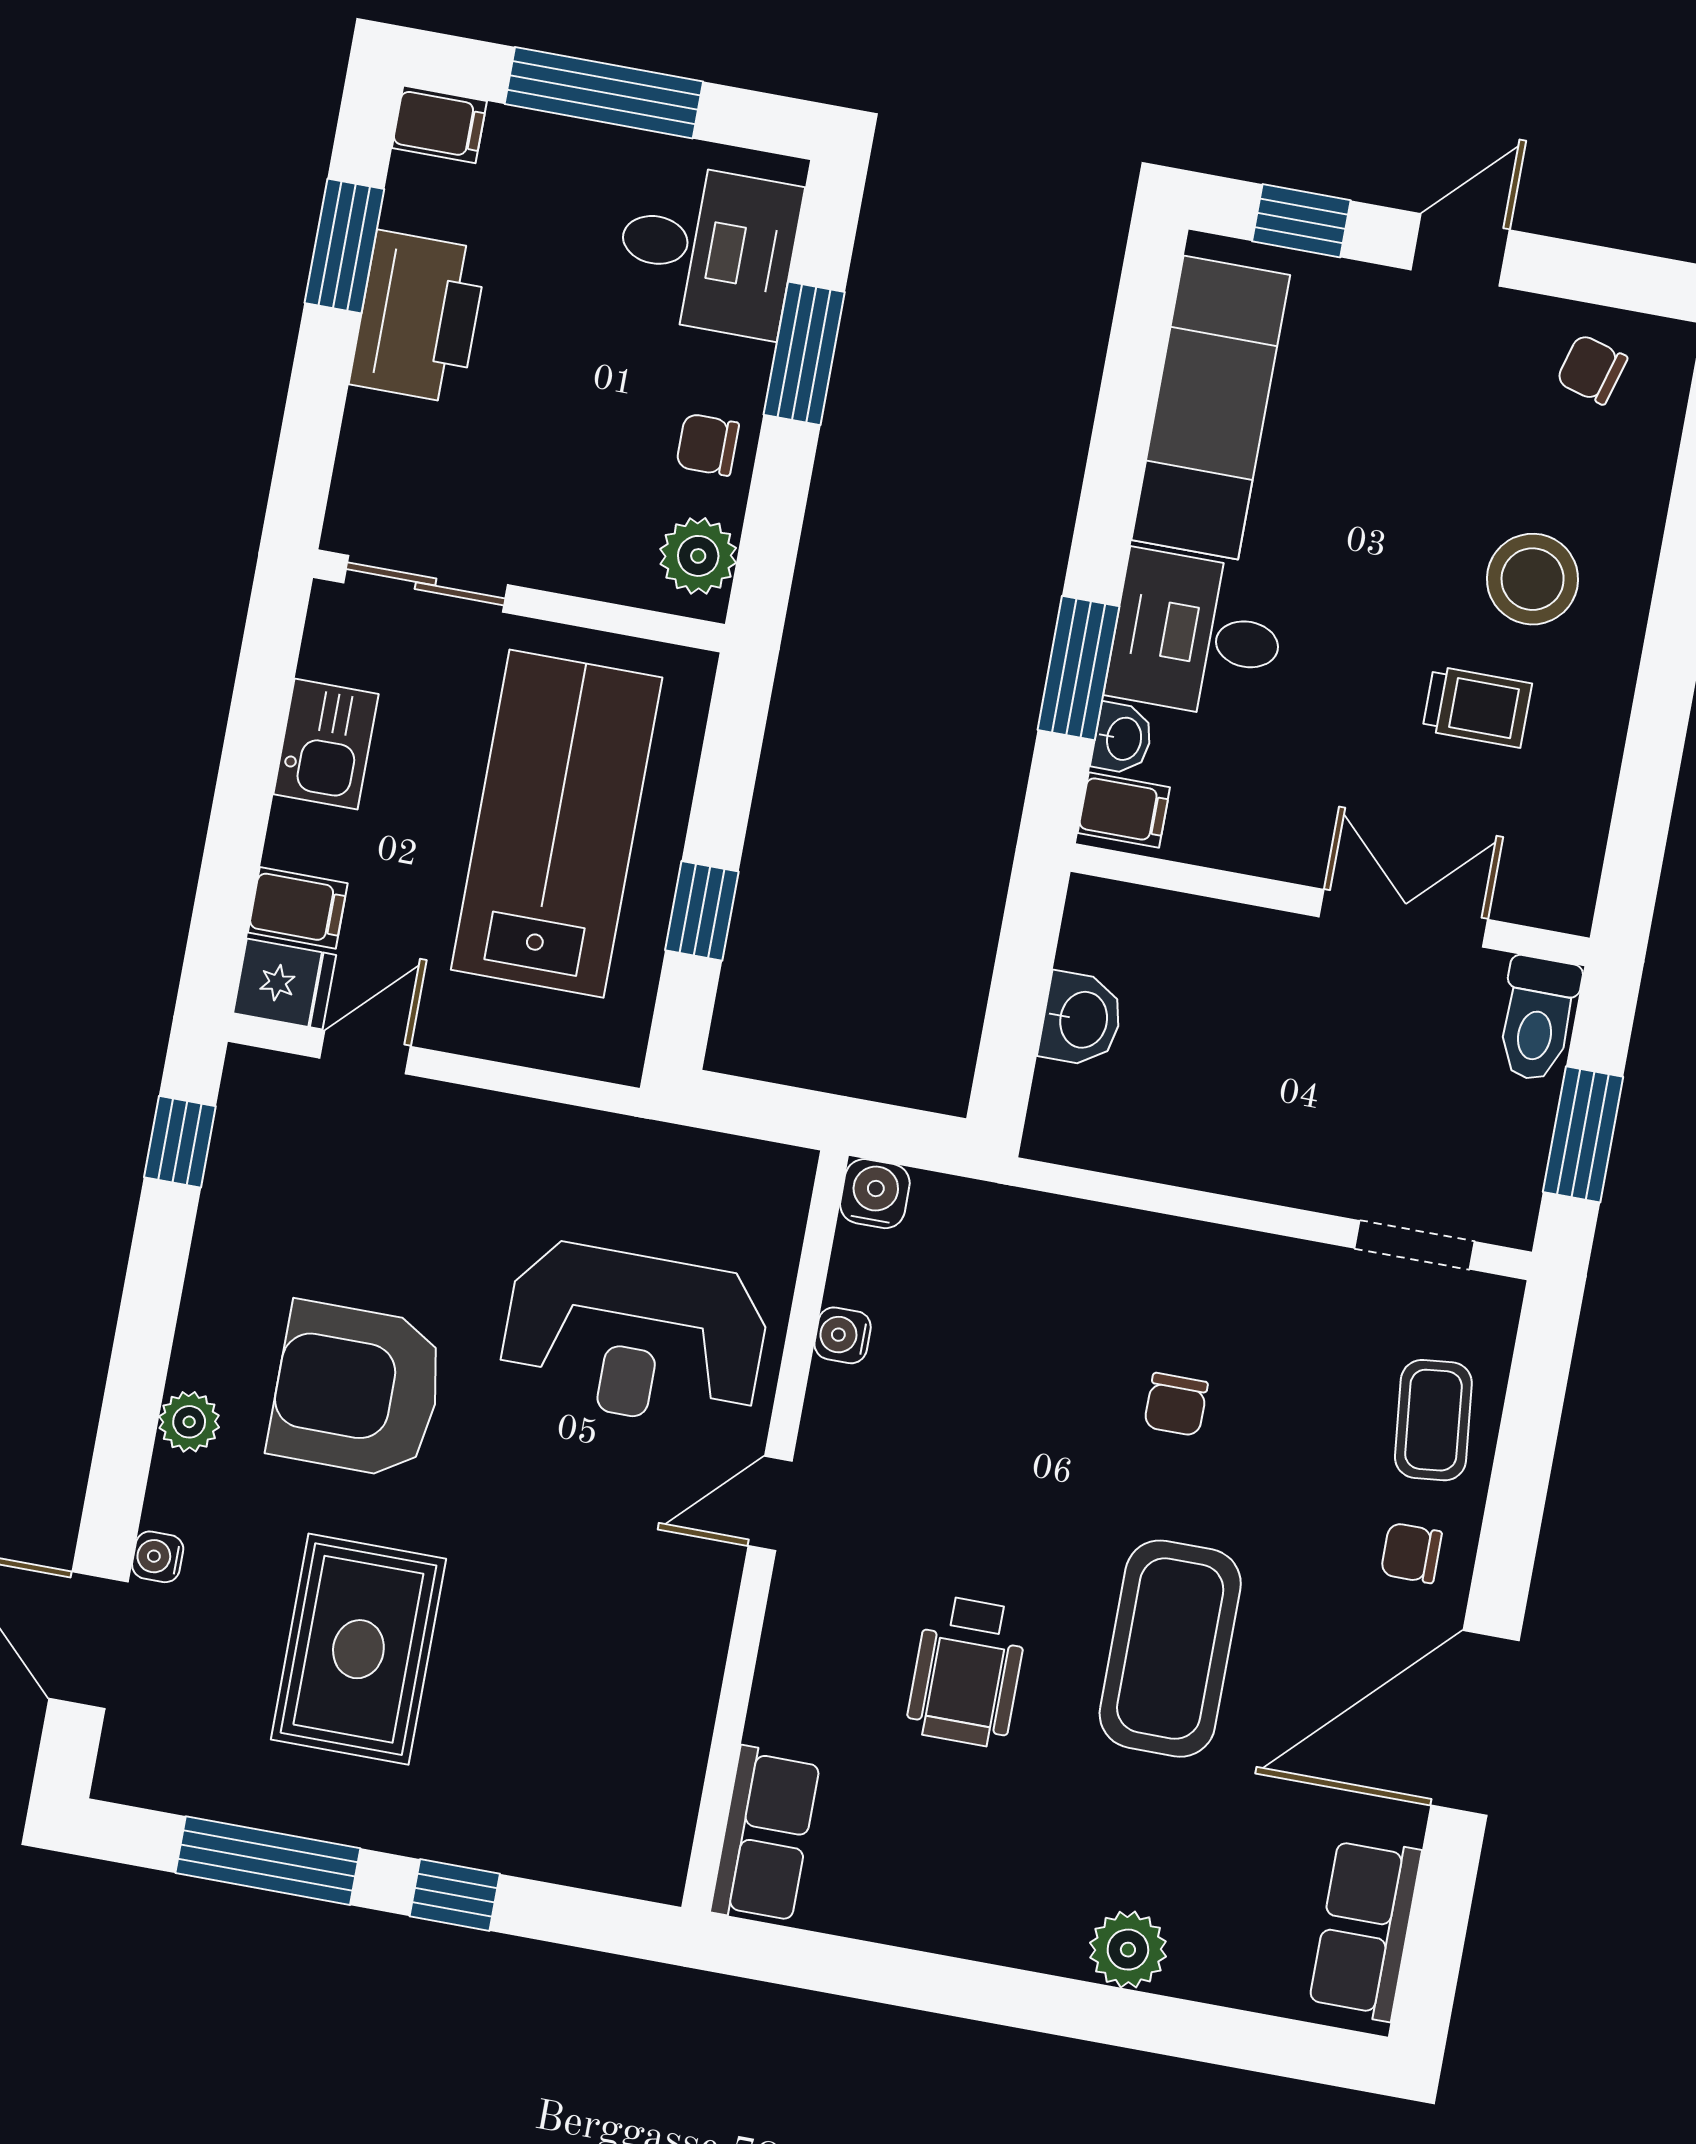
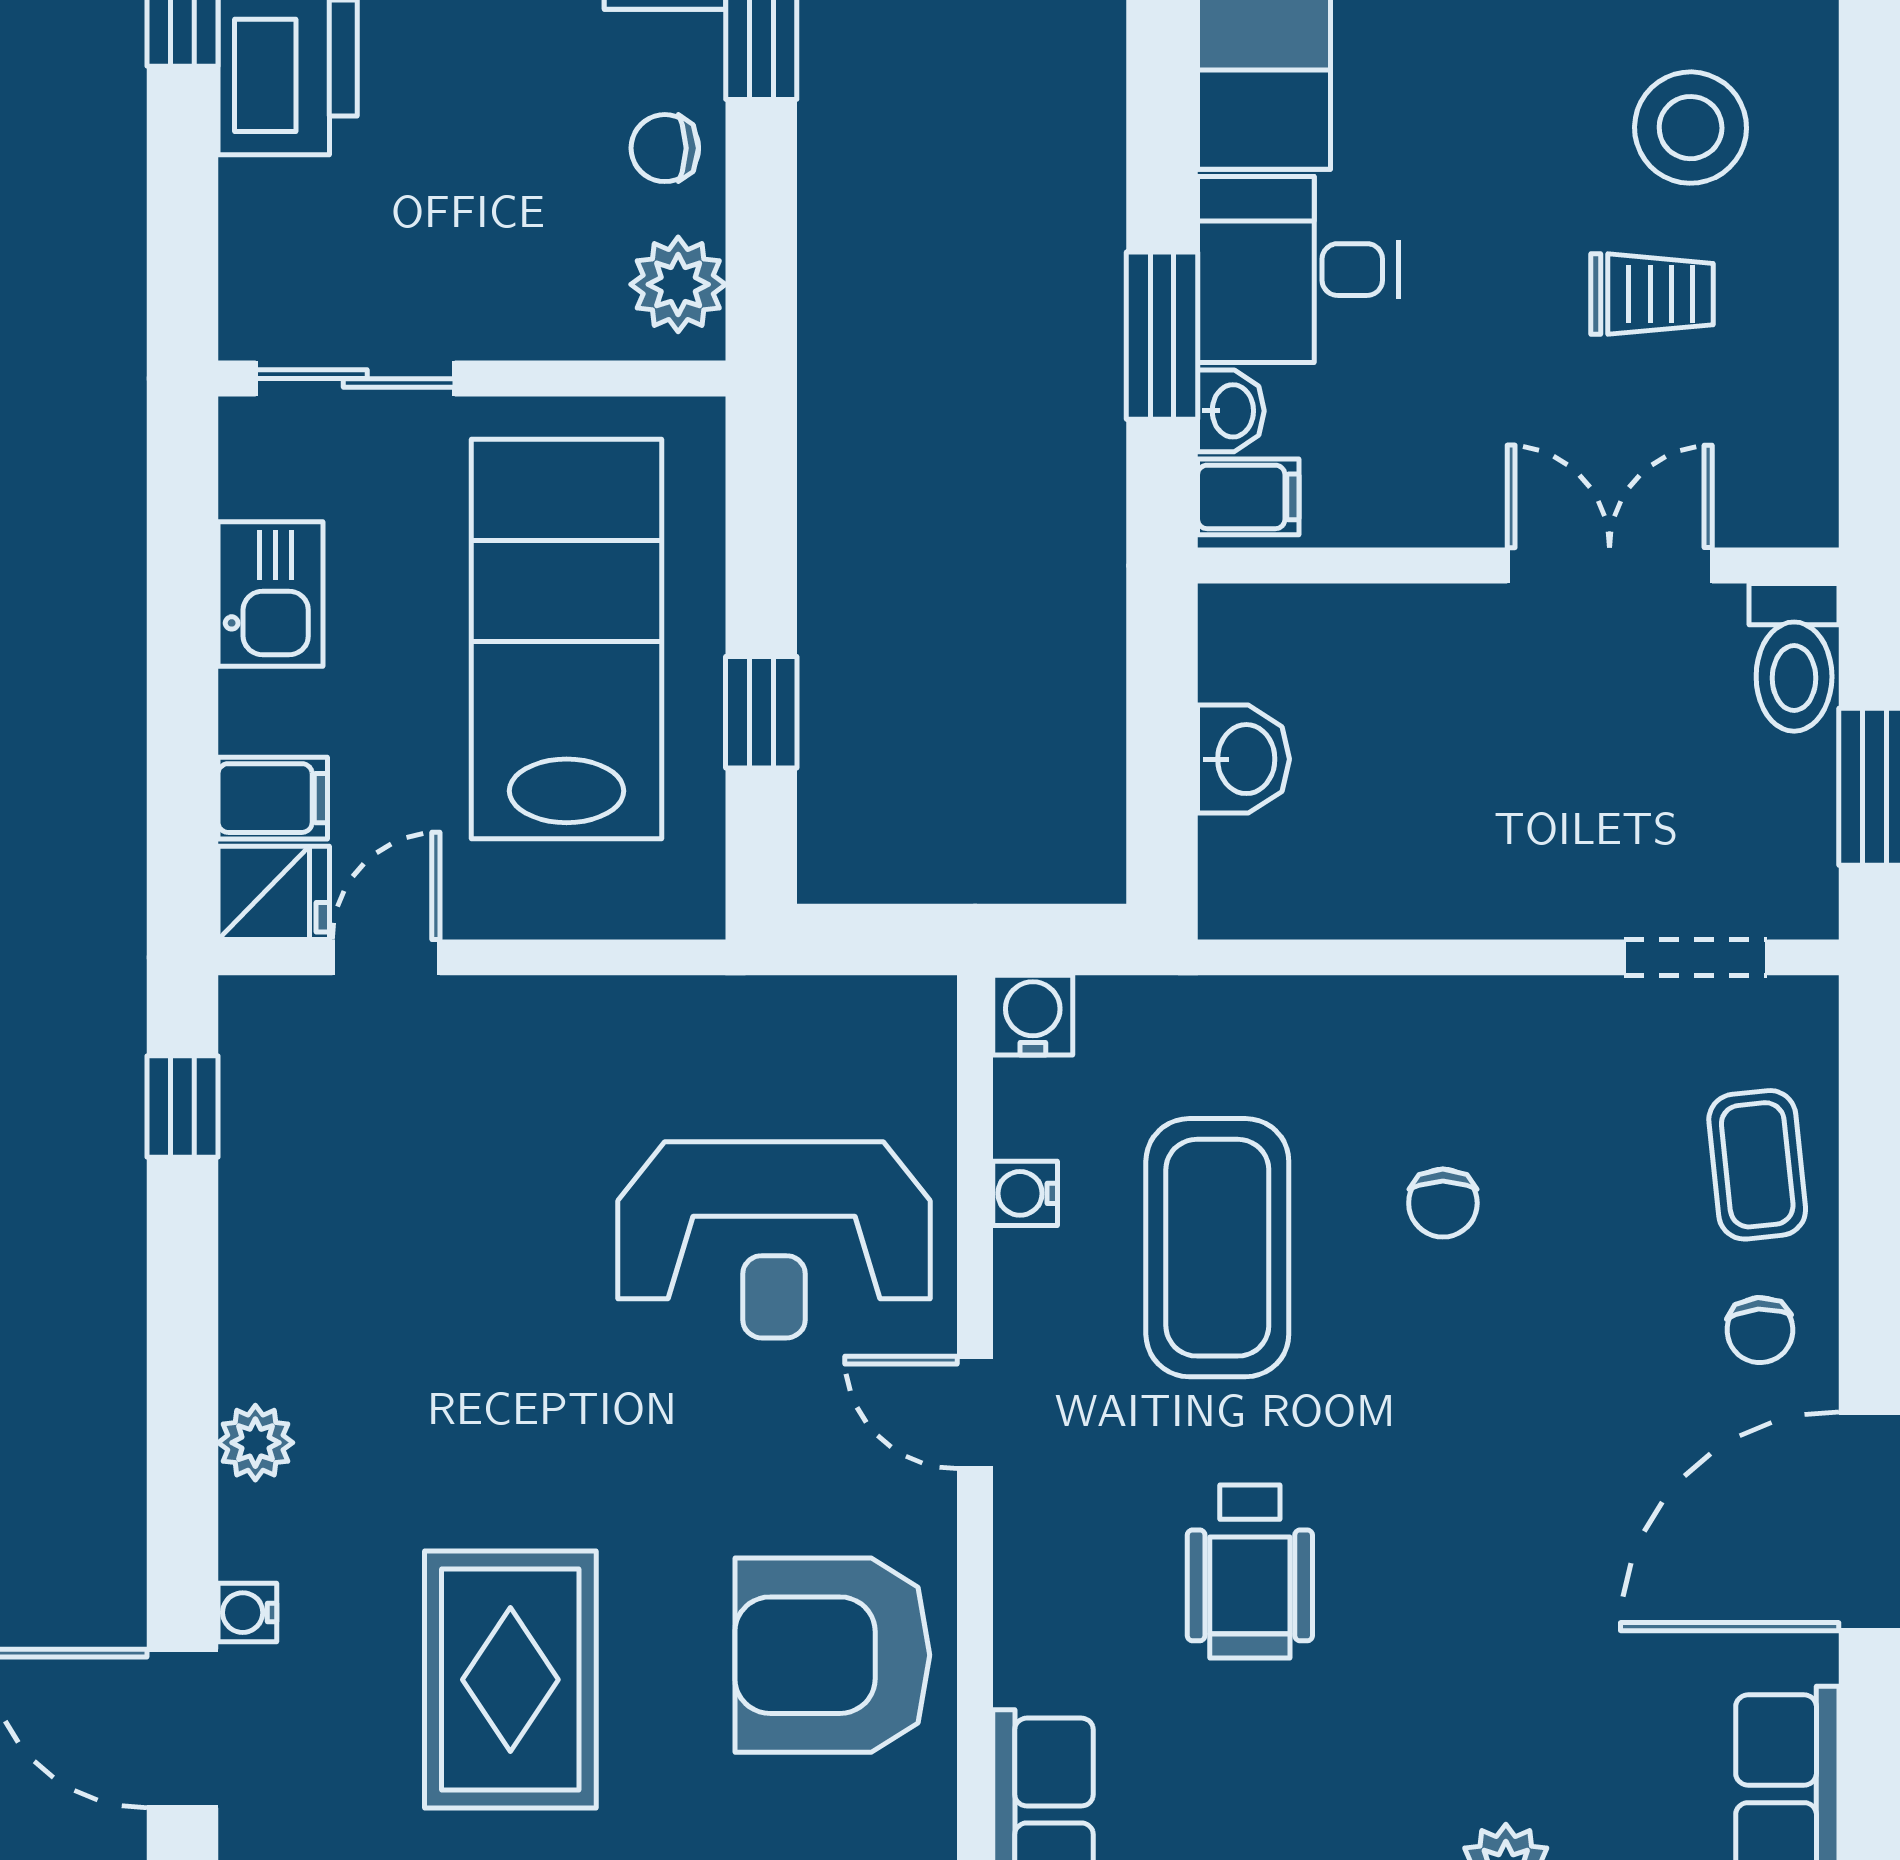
armchair: (357, 1390) -> (832, 1655), moved
door: (770, 1504) -> (975, 1412), hinge flipped
chair: (1411, 1553) -> (1760, 1330), turned -94
coffee table: (1170, 1649) -> (1217, 1248), moved

